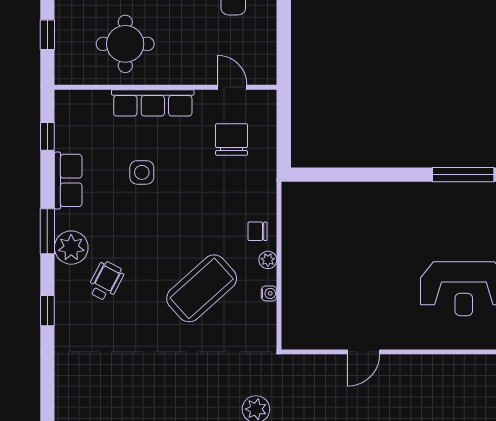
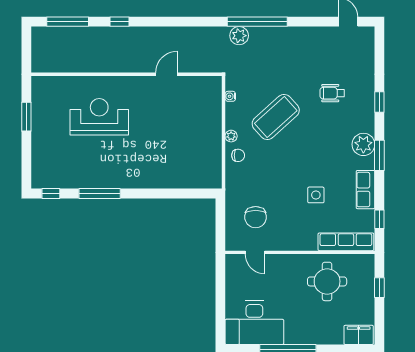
row of seats: (153, 103) -> (346, 242), moved
wheelchair: (106, 281) -> (332, 93), moved, turned 62
water cooler: (269, 293) -> (230, 96), moved

